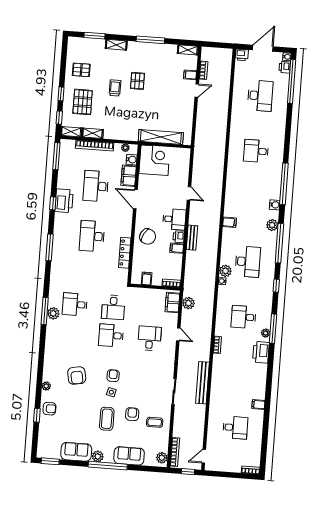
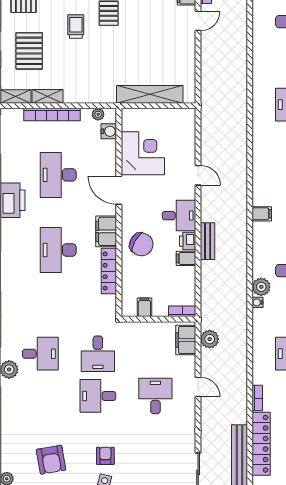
corner desk: (154, 160) -> (143, 153), moved
filing cabinet: (129, 176) -> (106, 231), moved
desk: (75, 304) -> (40, 354), turned 180
locker: (218, 375) -> (261, 444), added

